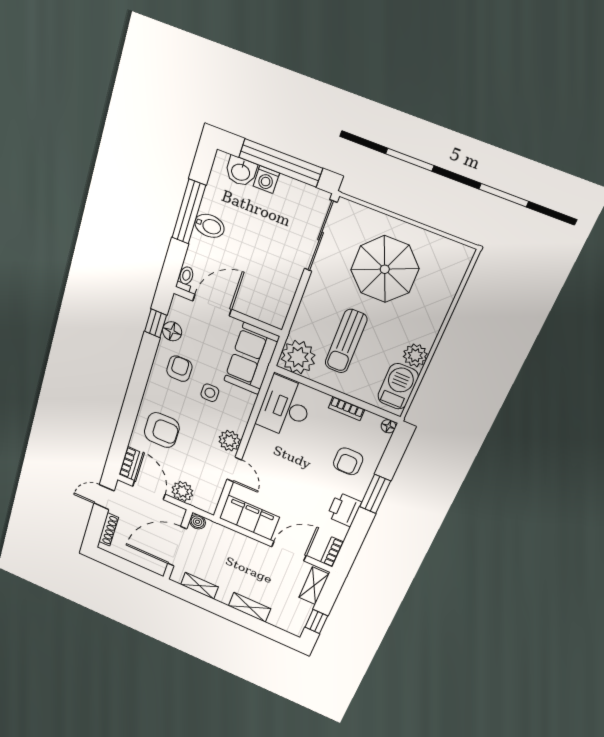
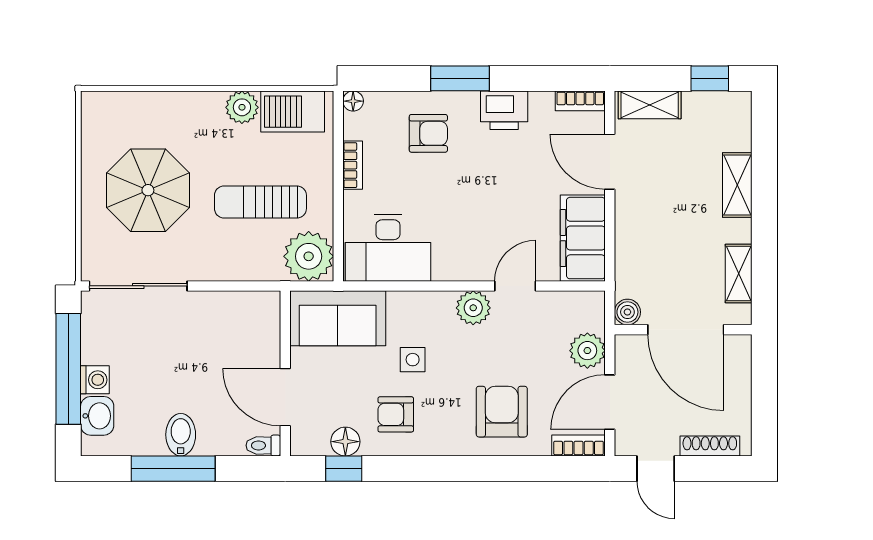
sun lounger: (346, 341) -> (260, 202), turned 180

